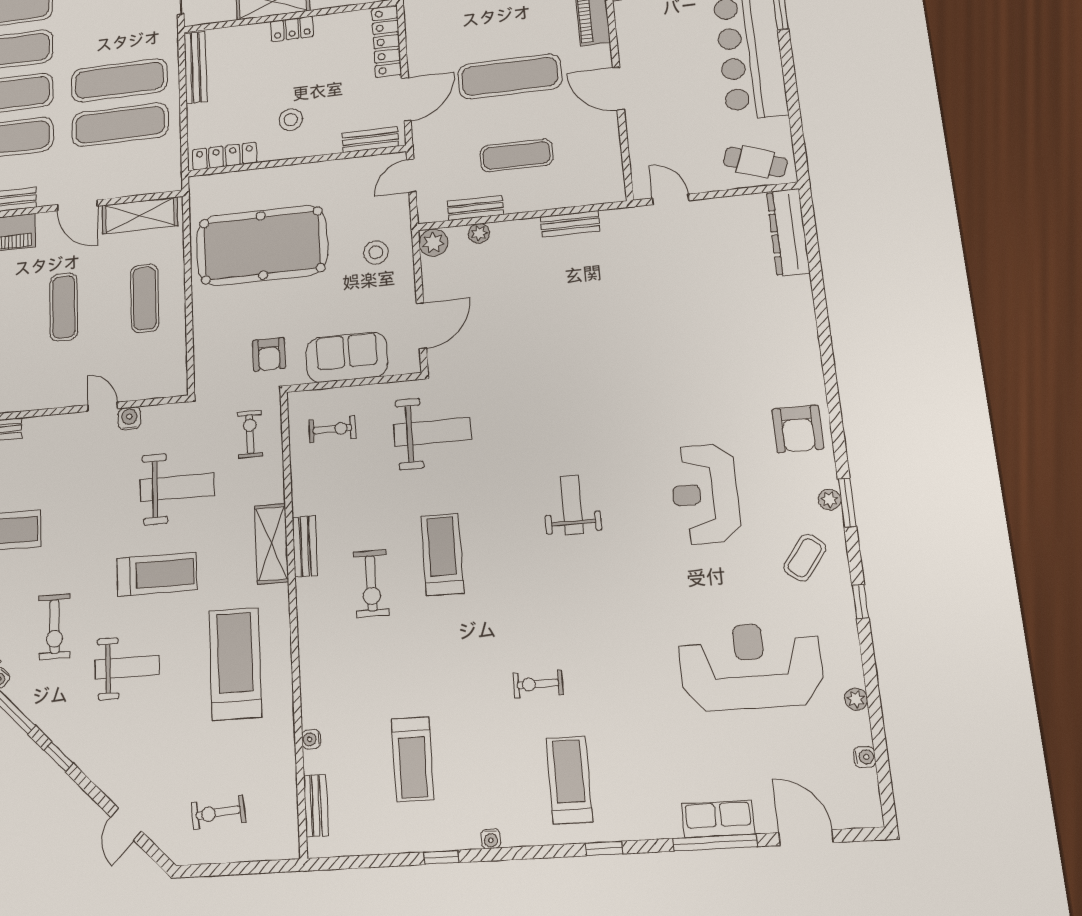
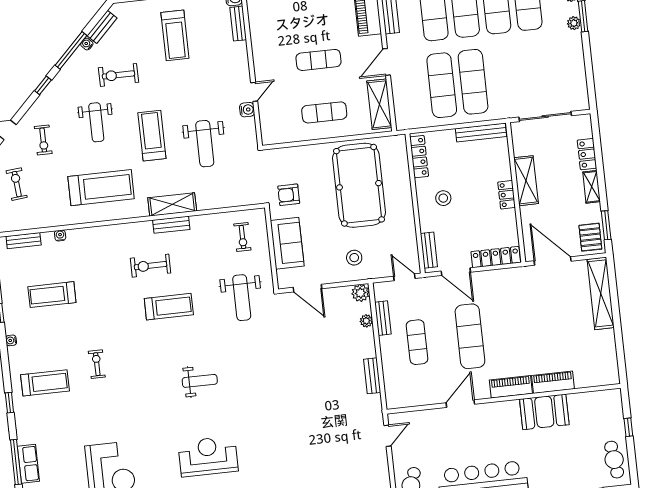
exercise bike: (250, 434) -> (43, 140), moved, turned 90
treadmill: (157, 574) -> (152, 136), turned 180

